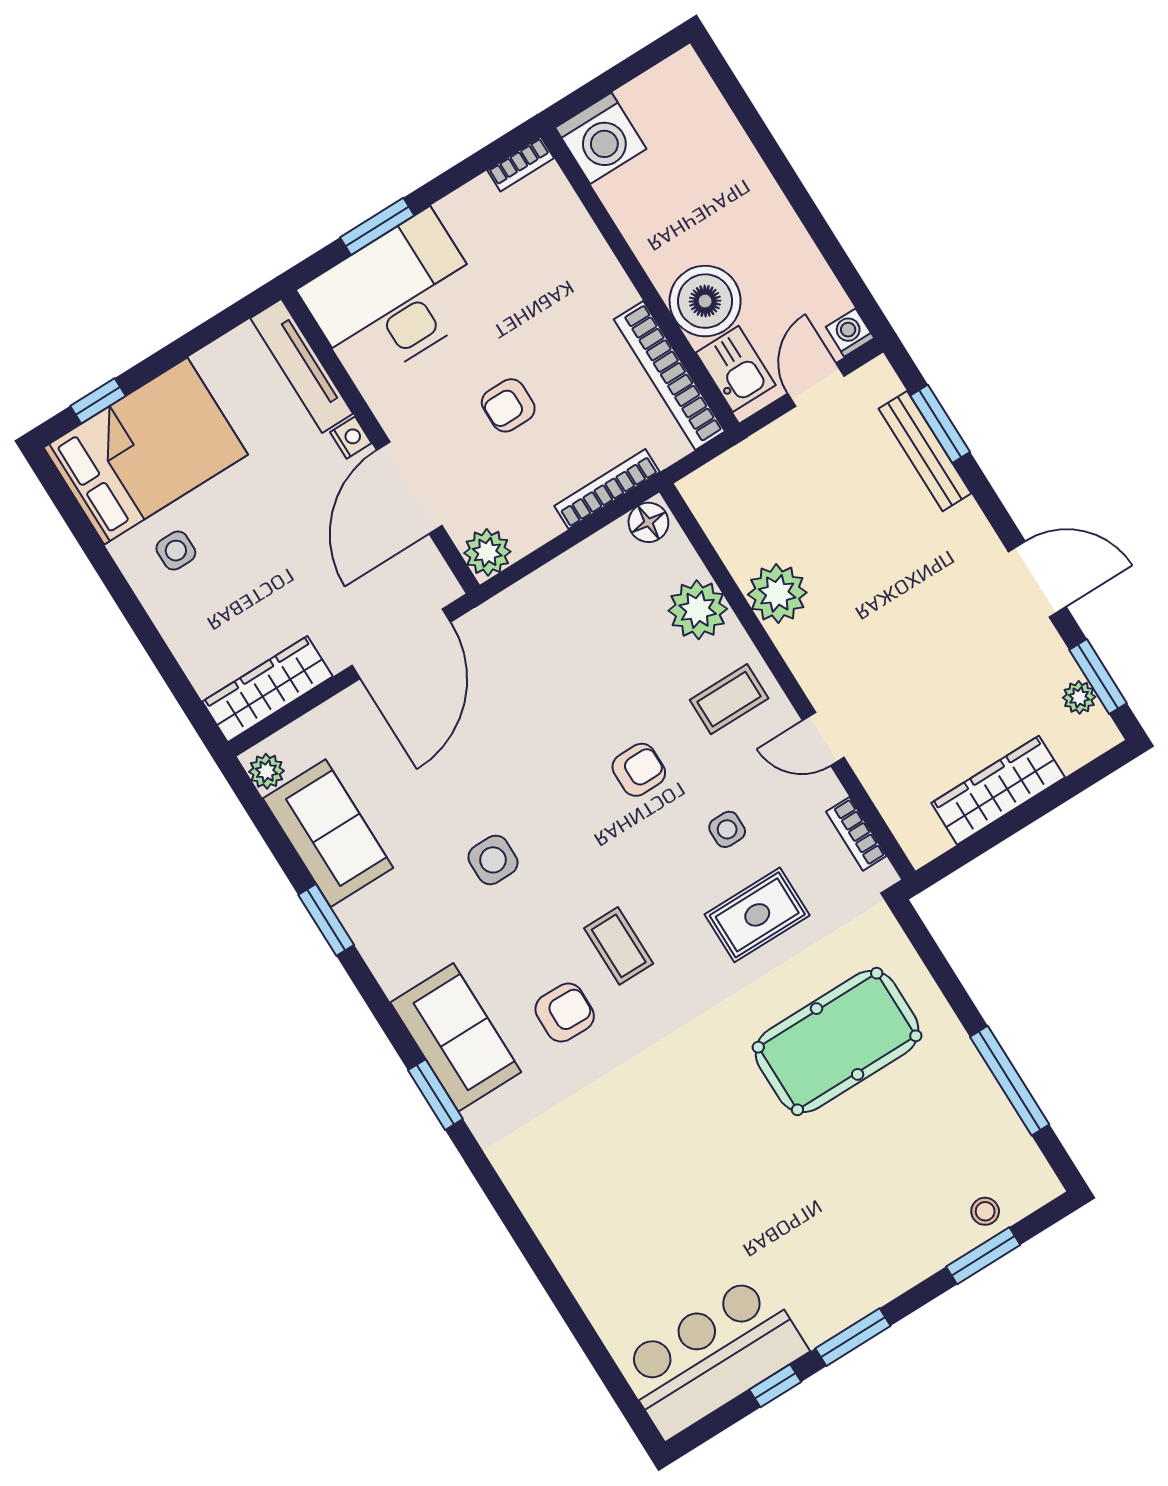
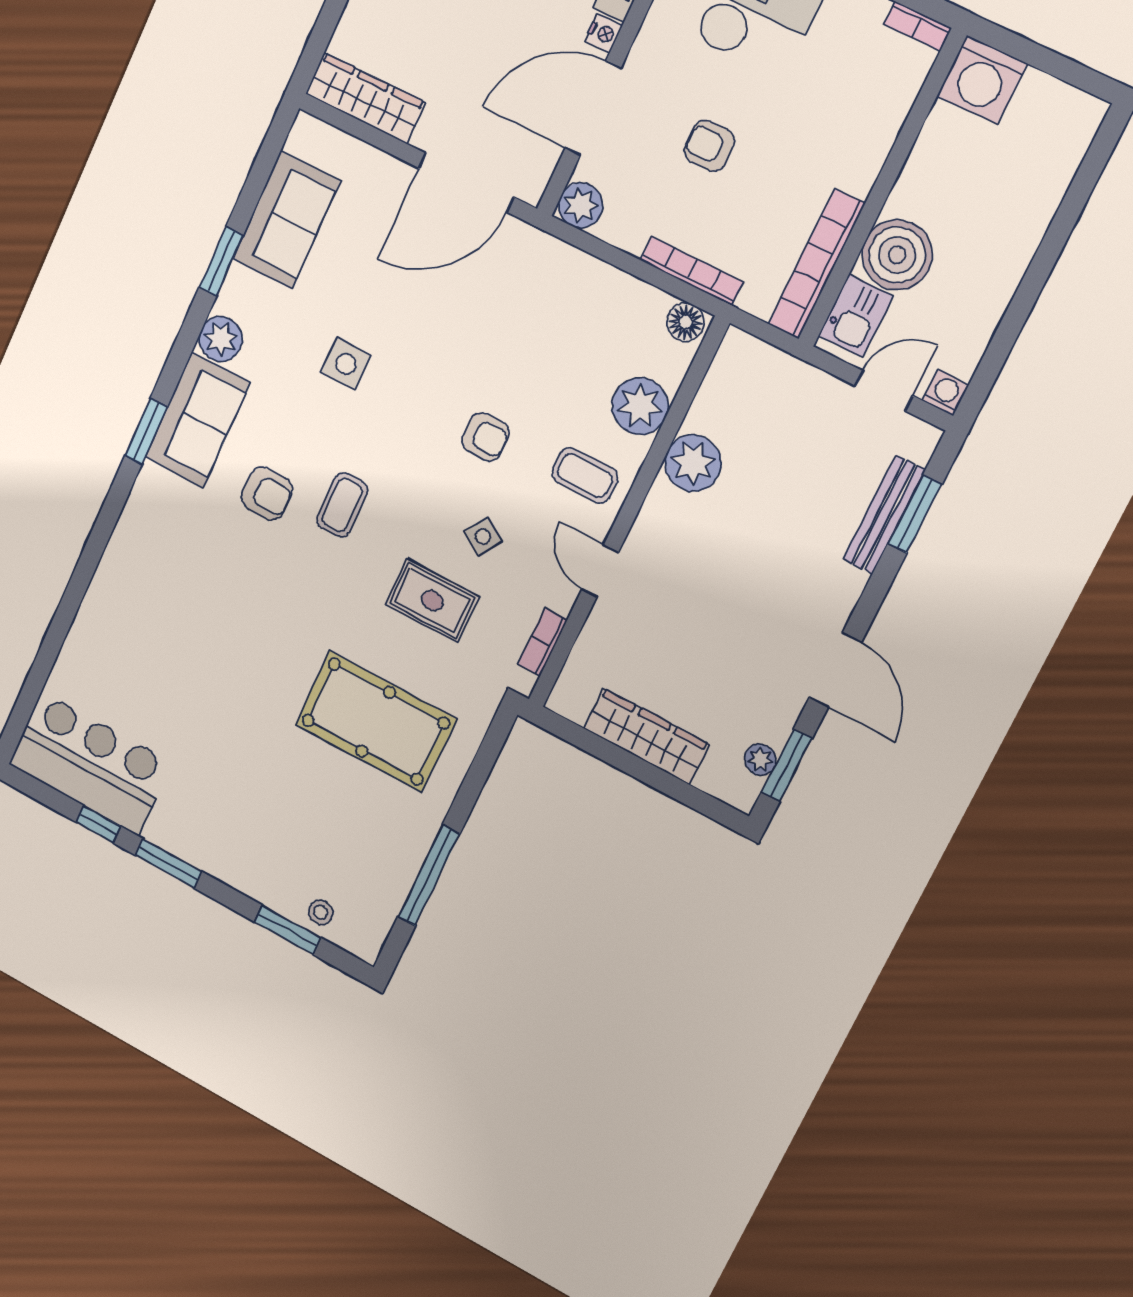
plant: (267, 771) -> (221, 339), moved, width x1.38, depth x1.38
side table: (727, 829) -> (483, 536), turned 33

